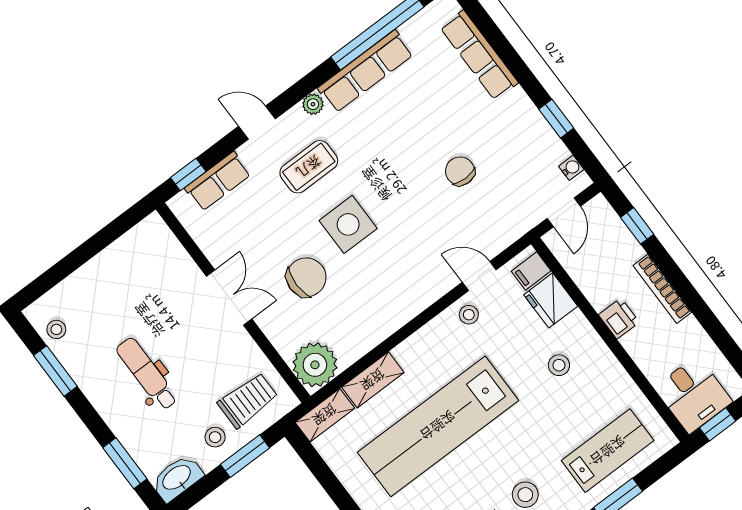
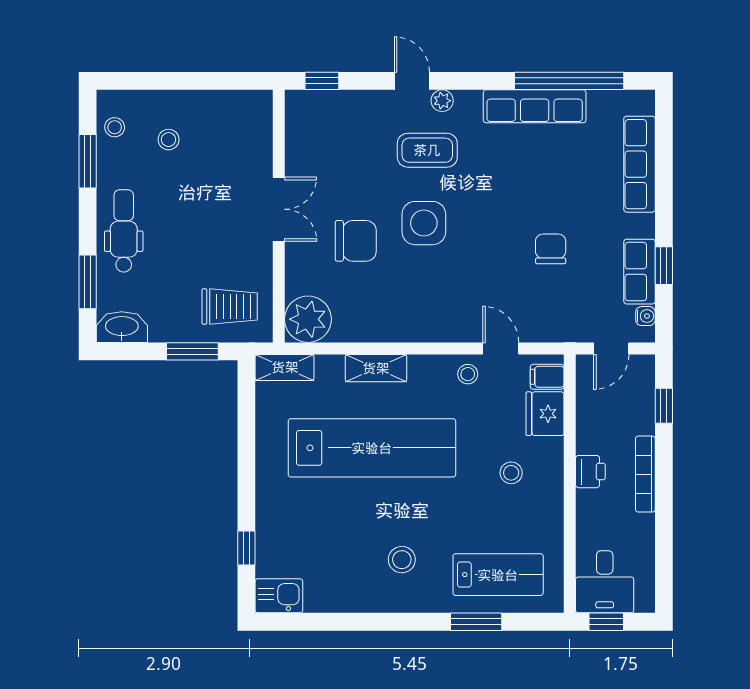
plant: (313, 104) -> (442, 101), moved
row of seats: (218, 181) -> (640, 272), moved, turned 90
dental chair: (147, 374) -> (124, 231), moved
shelving: (373, 380) -> (376, 368), moved
lab bench: (438, 426) -> (372, 448), turned 180
stool: (215, 437) -> (169, 140), moved

